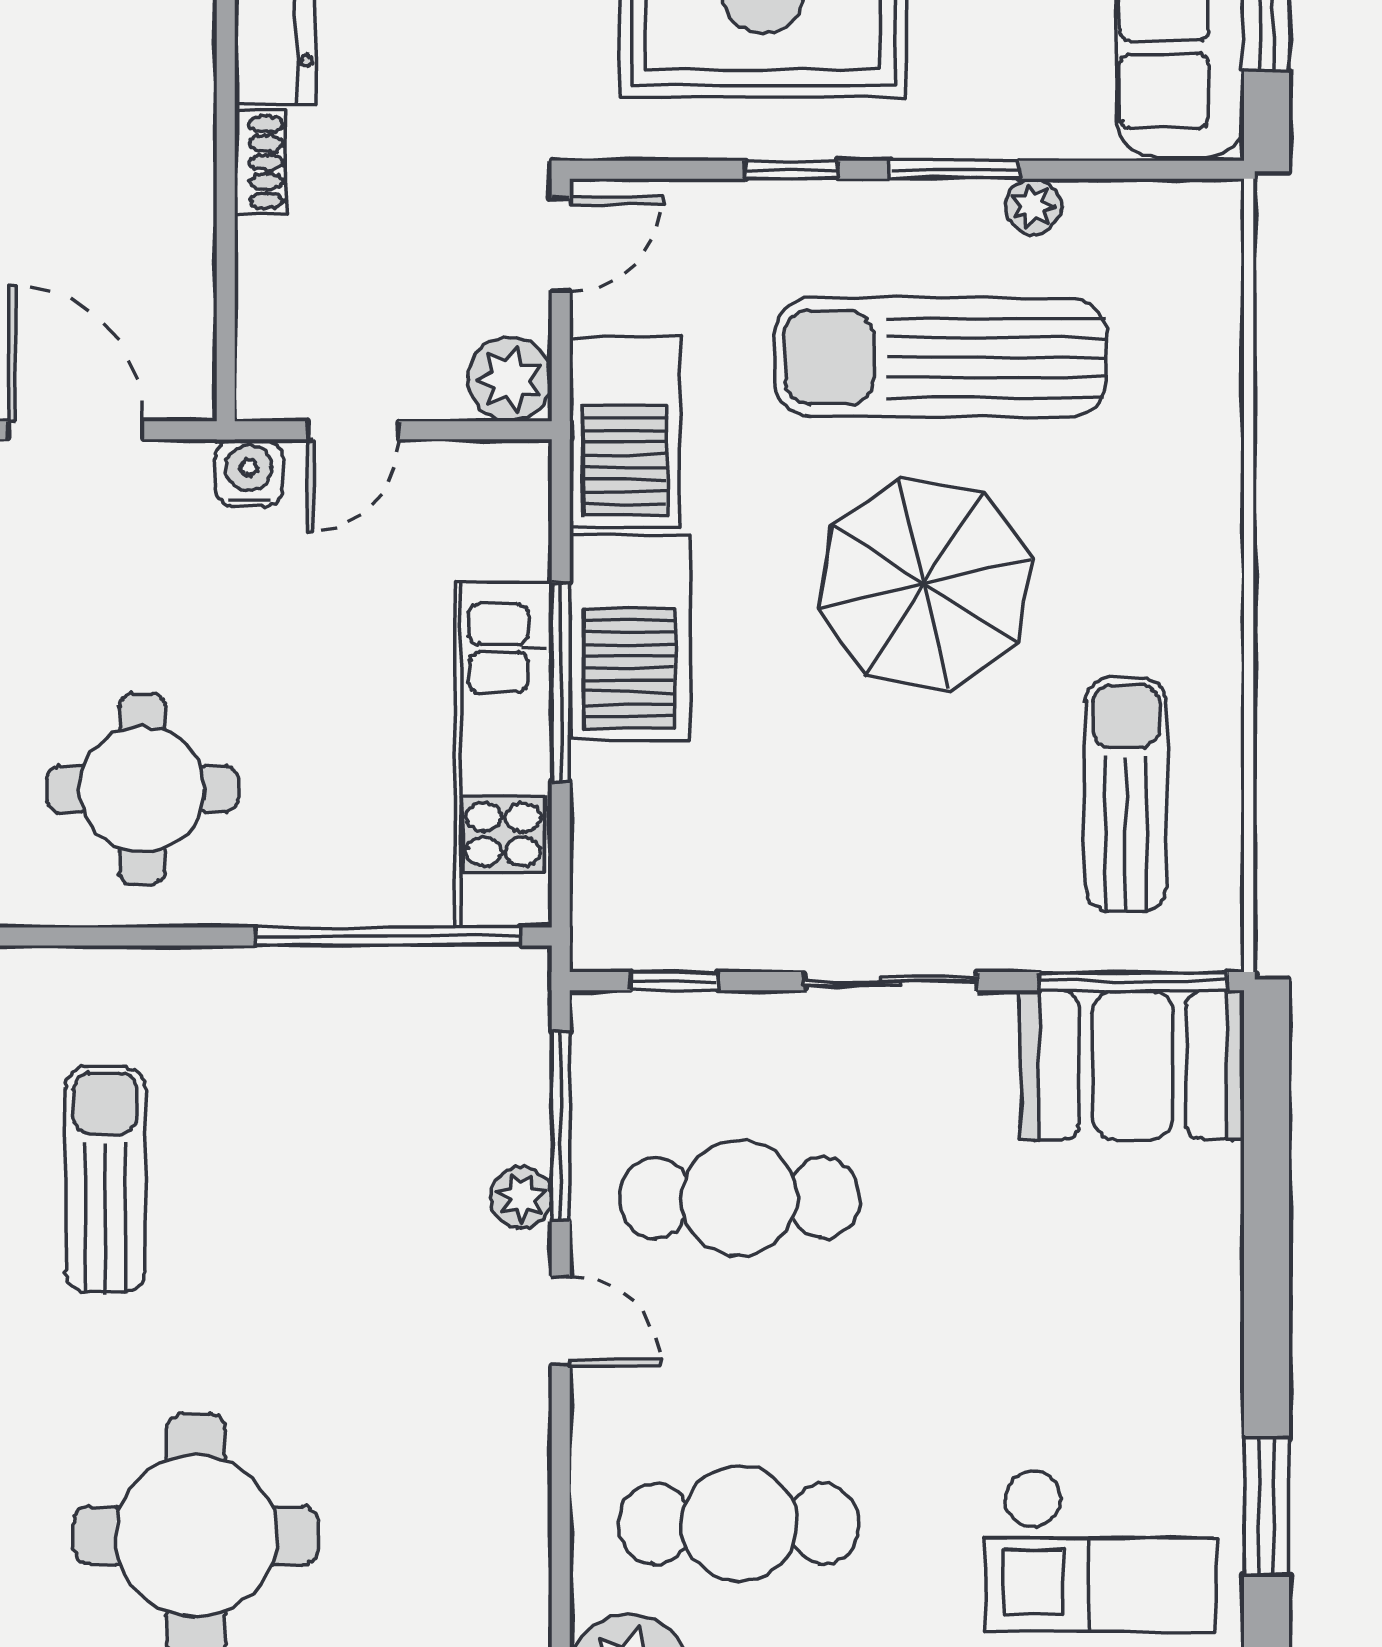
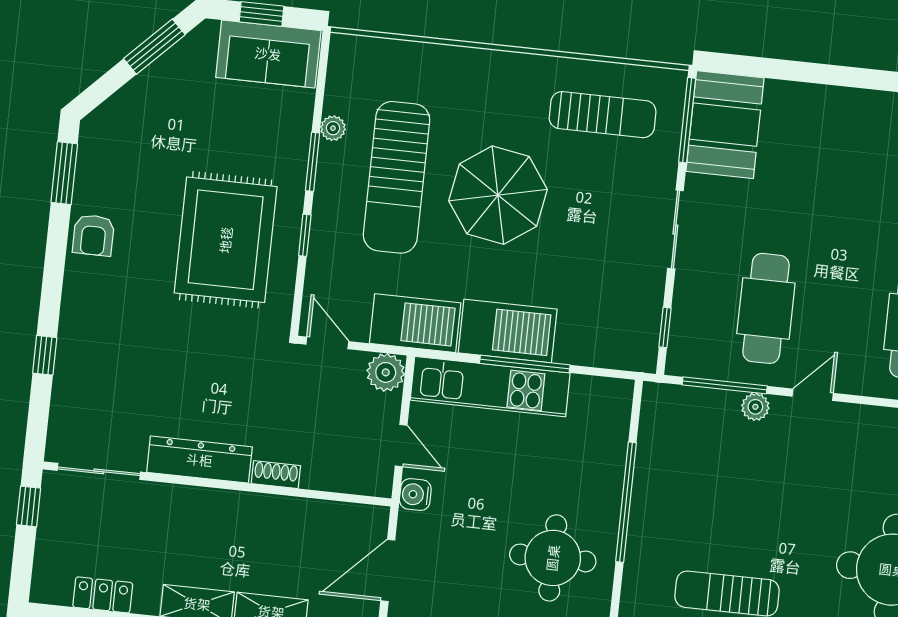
kitchen unit: (503, 755) -> (490, 387), moved
sun lounger: (1126, 794) -> (603, 115), turned 180
window: (388, 936) -> (626, 502), moved

